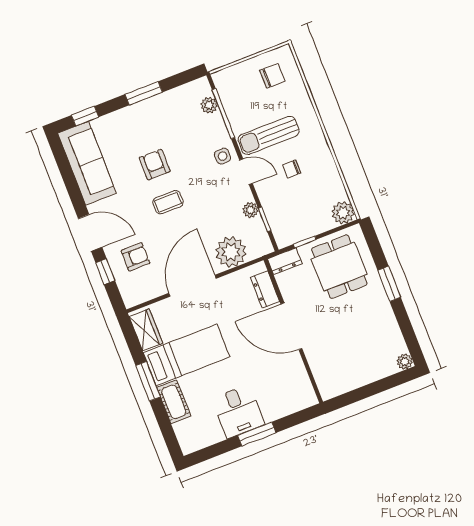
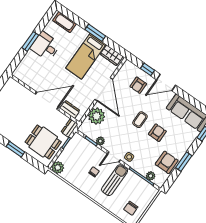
armchair: (171, 110) -> (167, 162), added
armchair: (155, 165) -> (157, 133), turned -90
cot: (174, 402) -> (65, 22), moved

